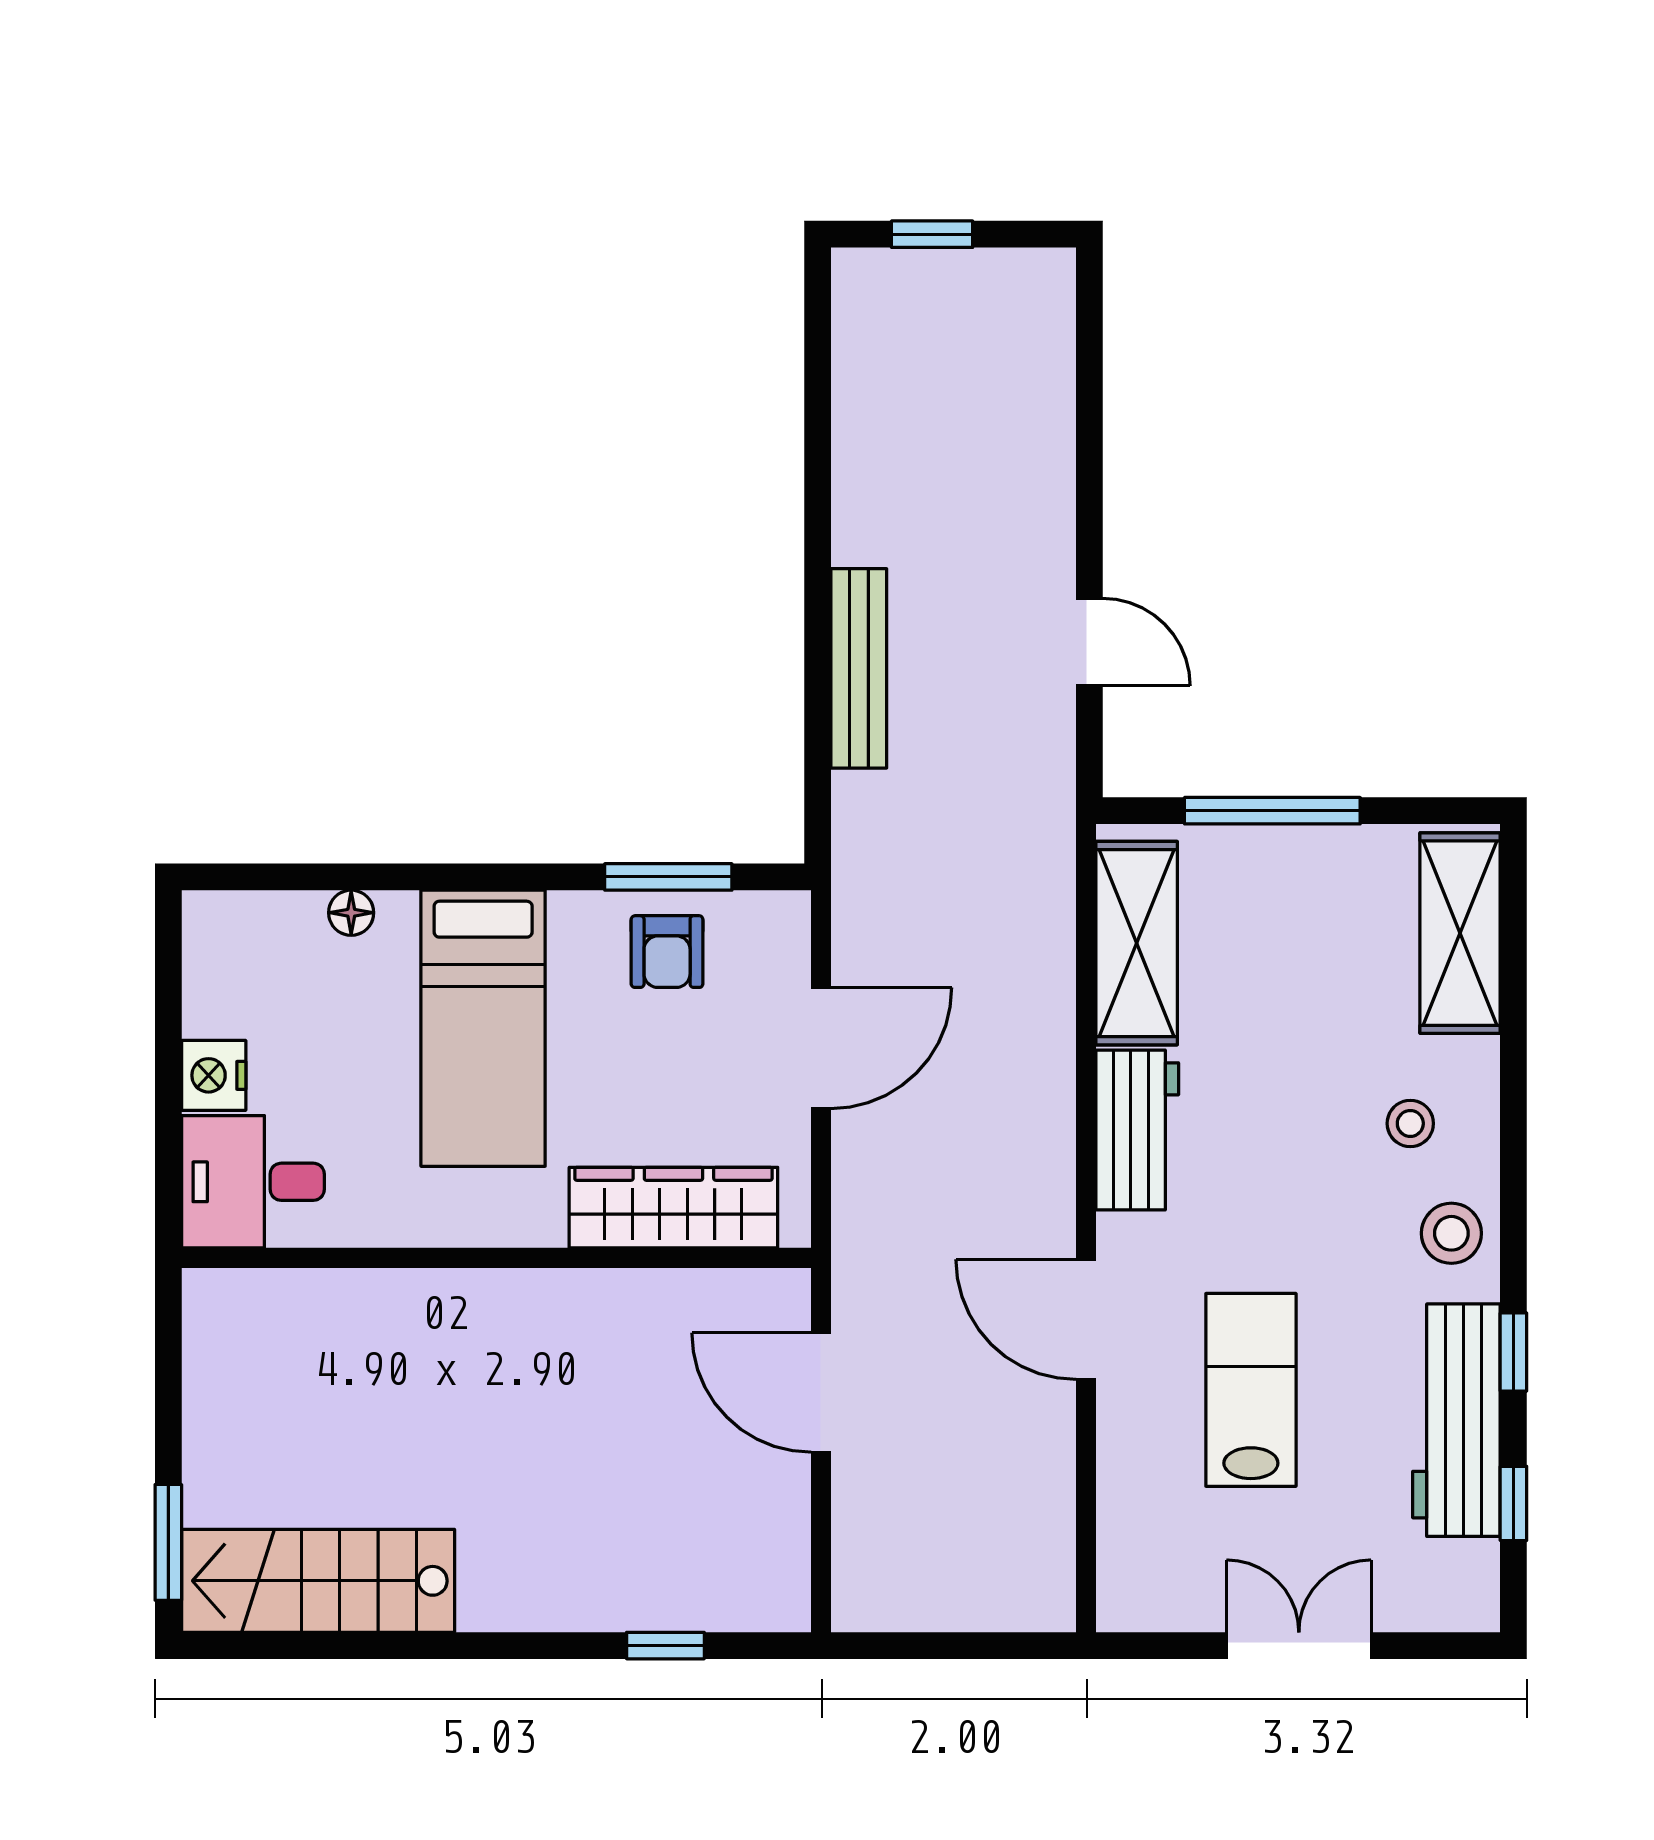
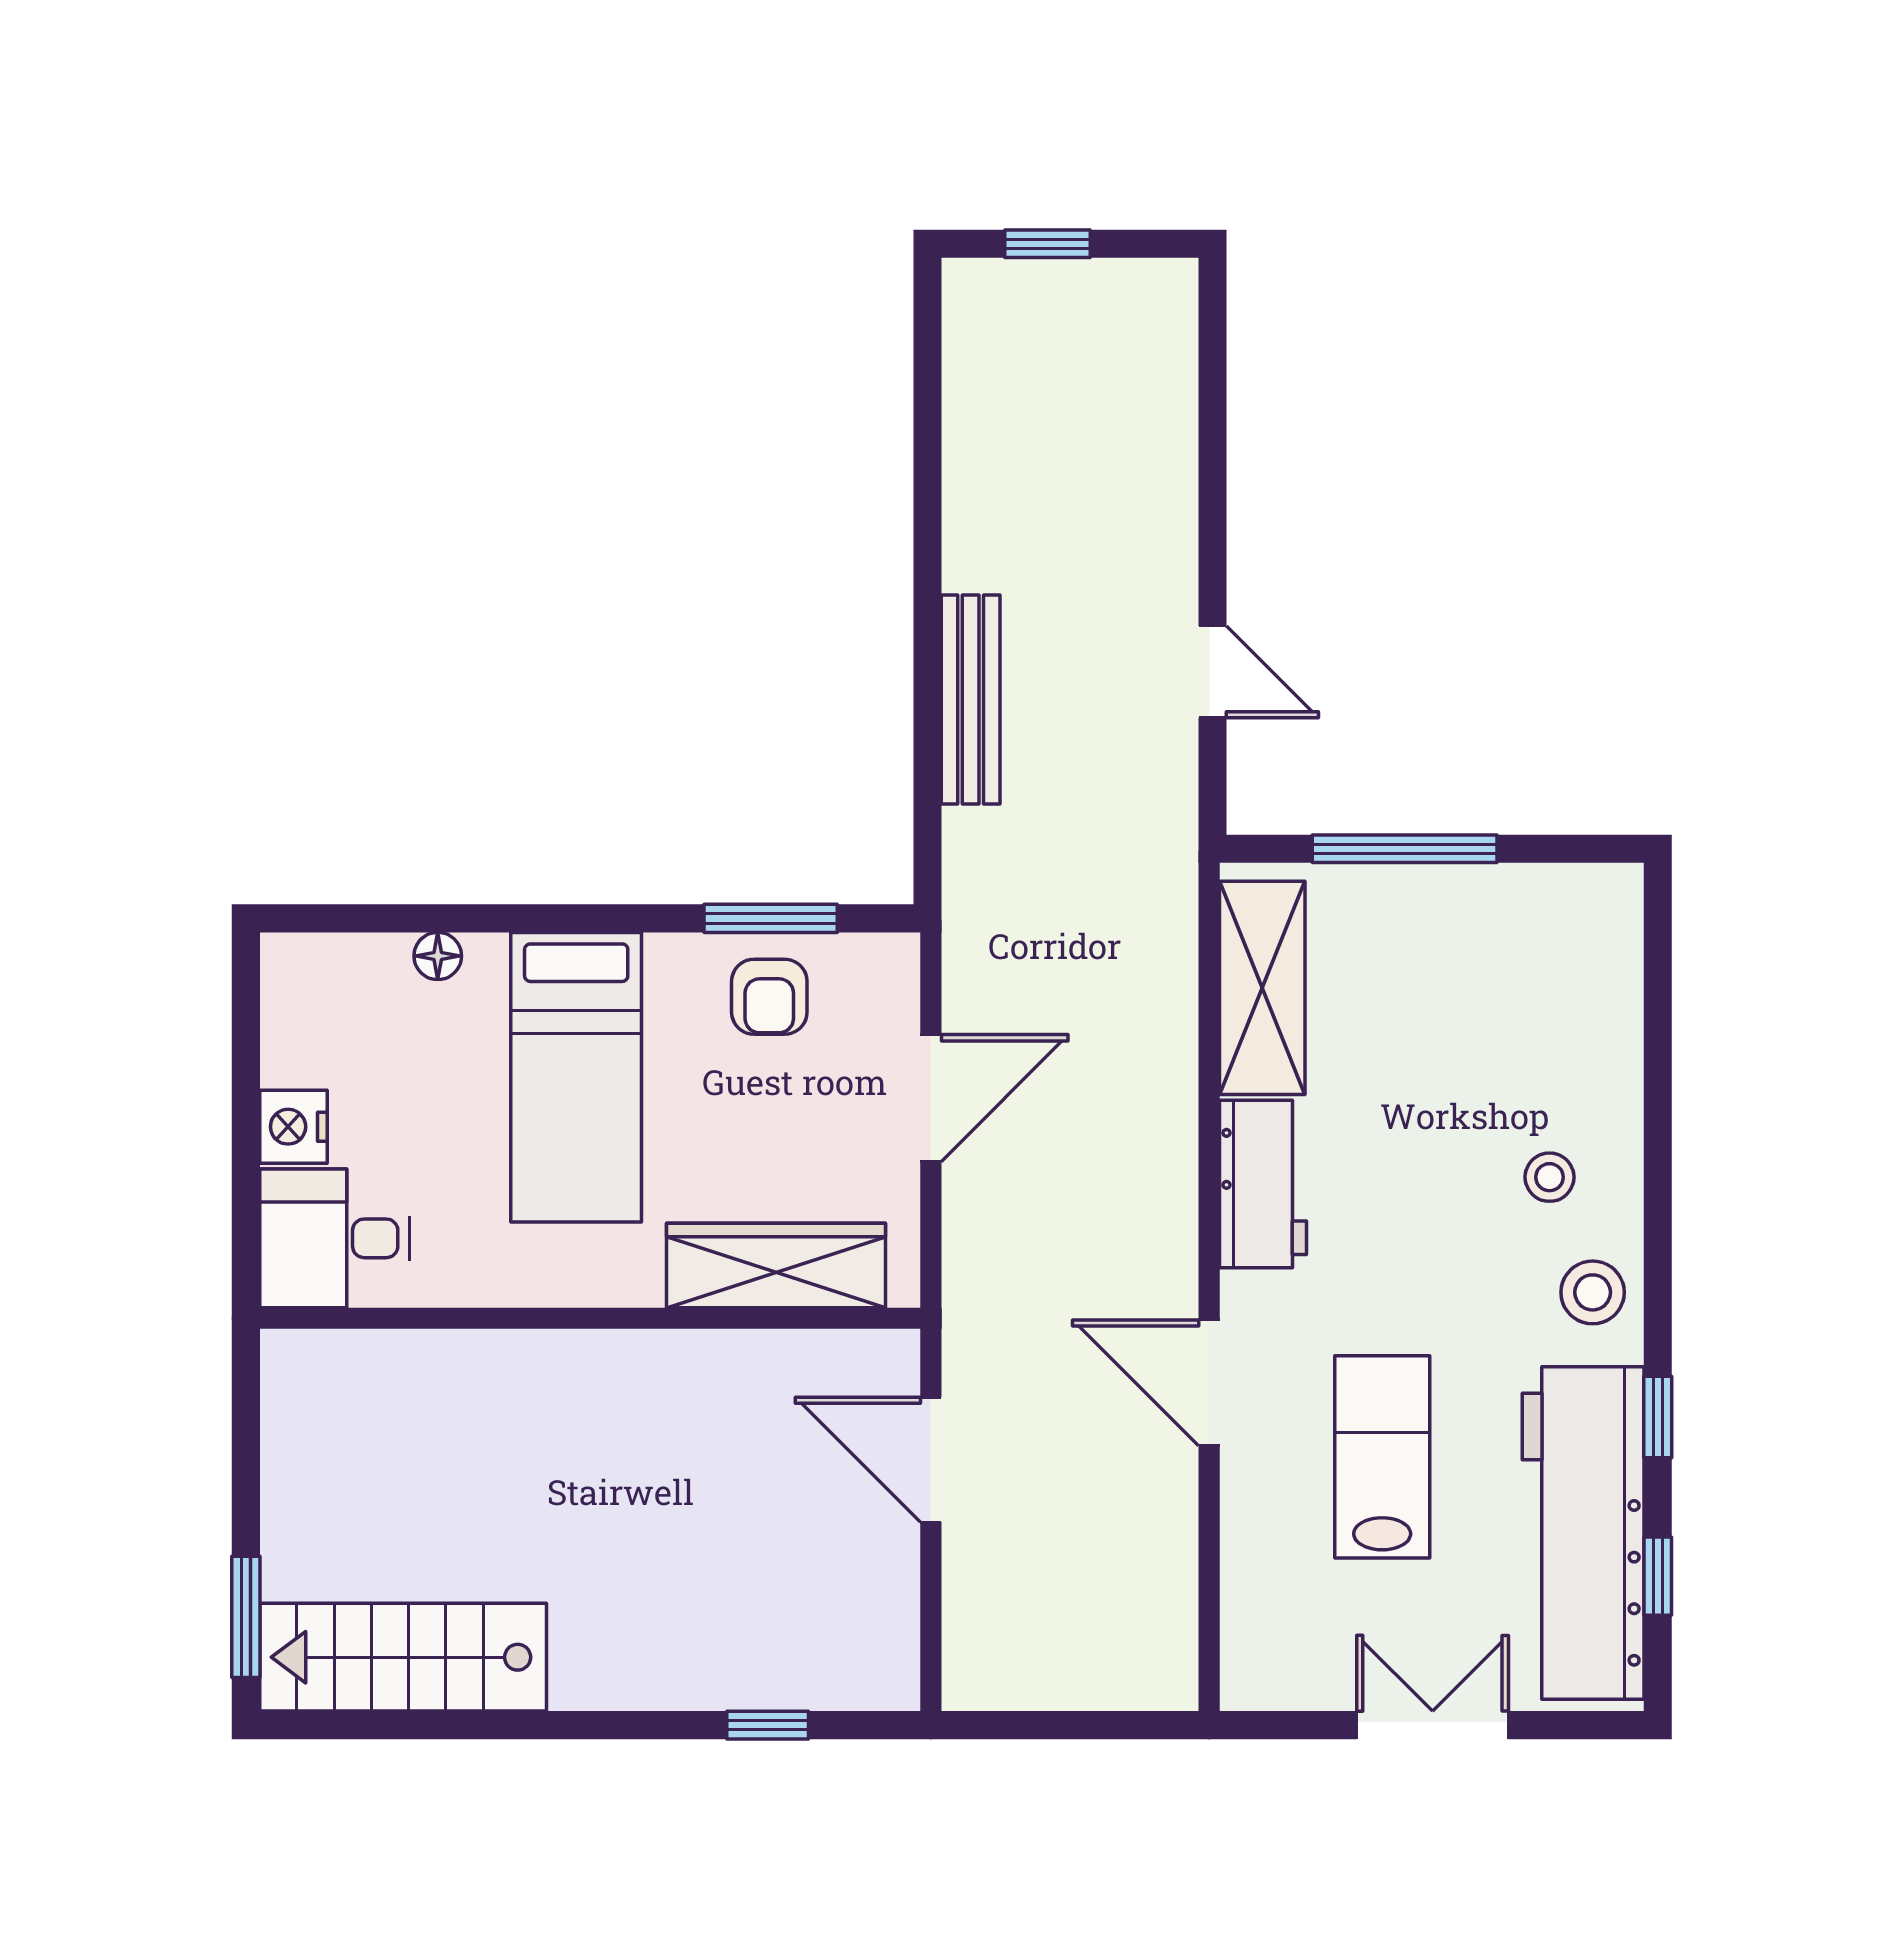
shelving: (1460, 933) -> (1602, 977), removed
workbench: (1456, 1420) -> (1583, 1533), width x1.36, depth x1.32

